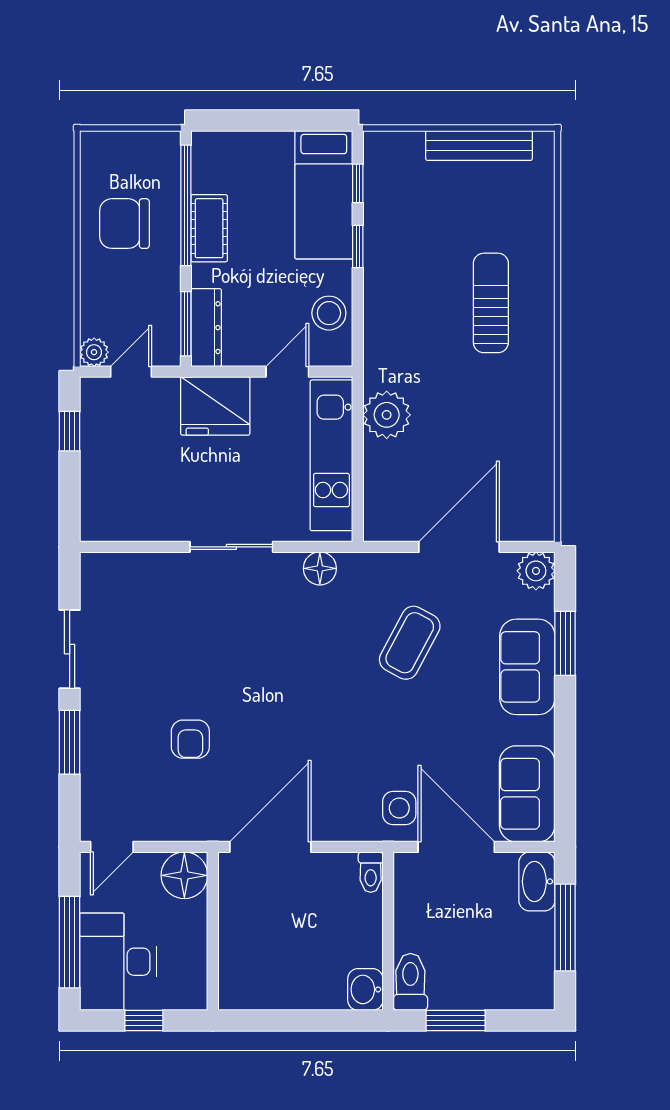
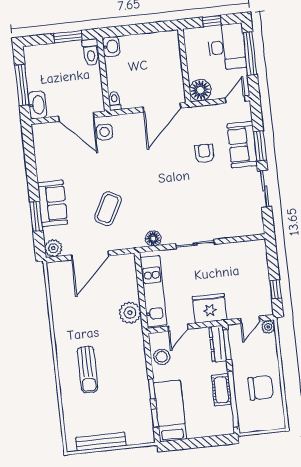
sofa: (527, 794) -> (242, 145), moved, turned 180

